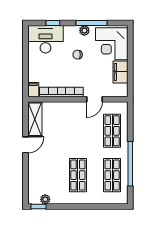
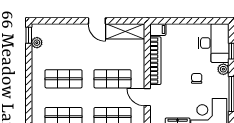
plant: (84, 31) -> (223, 69), moved
shop shelf: (78, 131) -> (112, 79), added

